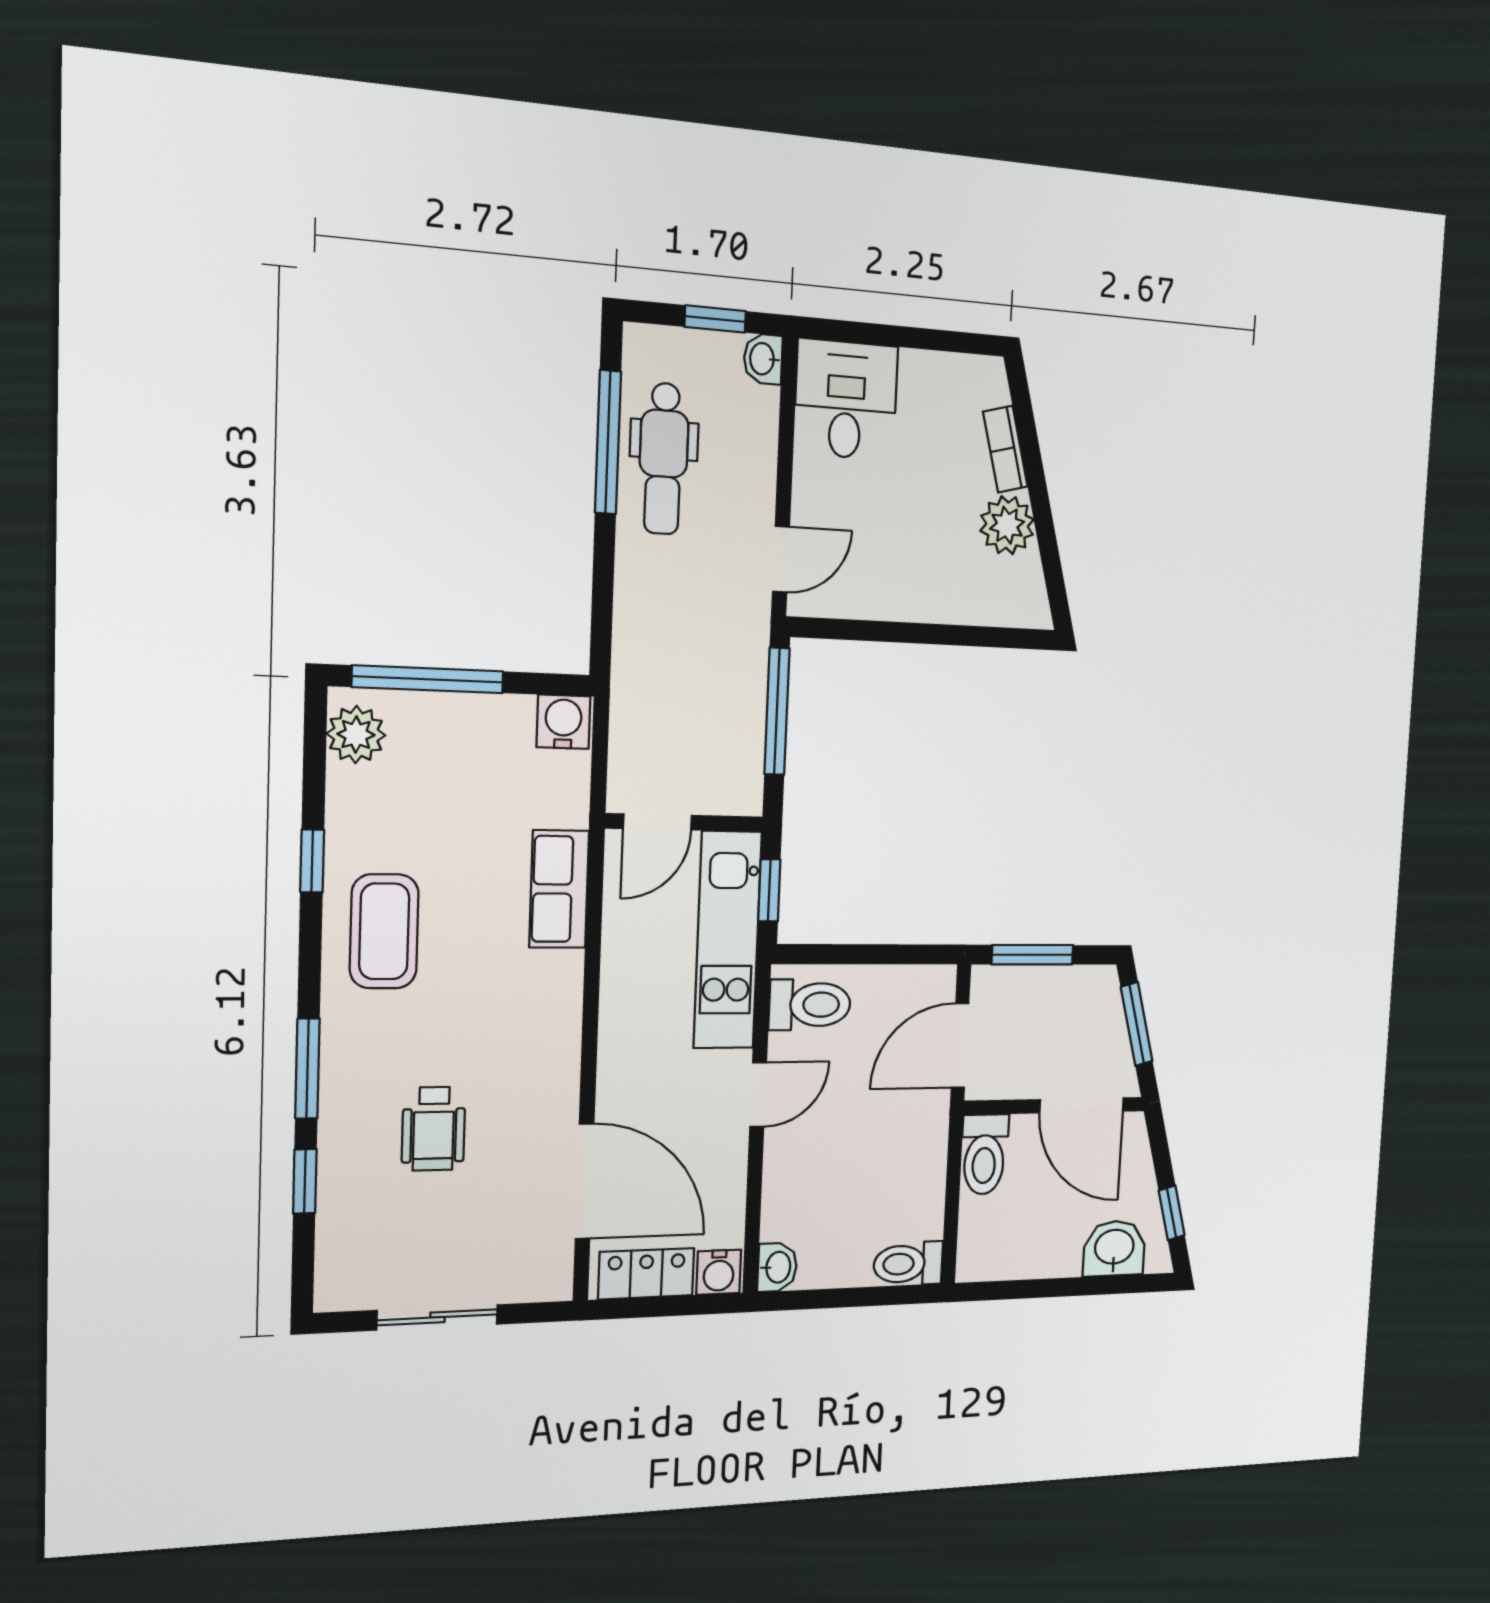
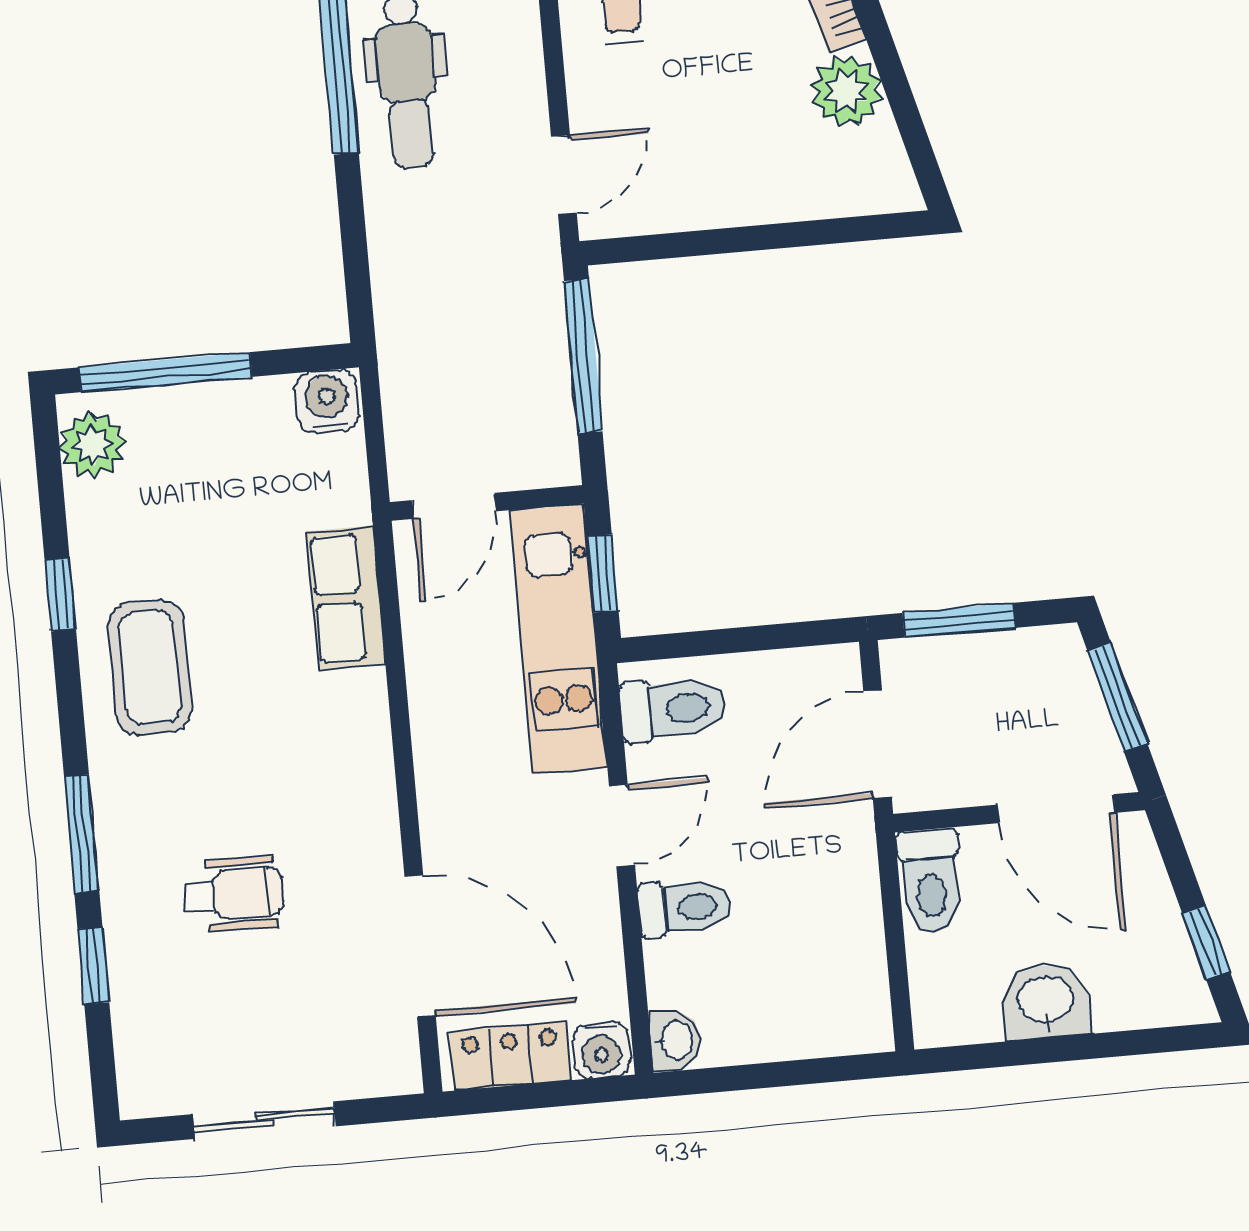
wheelchair: (434, 1129) -> (233, 894), turned -90
washbasin: (1114, 1248) -> (1046, 1001), moved
toilet: (908, 1264) -> (685, 907), moved, turned 180

